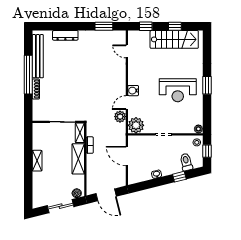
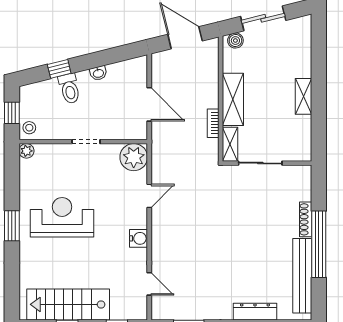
water cooler: (133, 91) -> (139, 238), moved
plant: (120, 117) -> (161, 172), removed
toilet: (186, 162) -> (69, 89), moved

